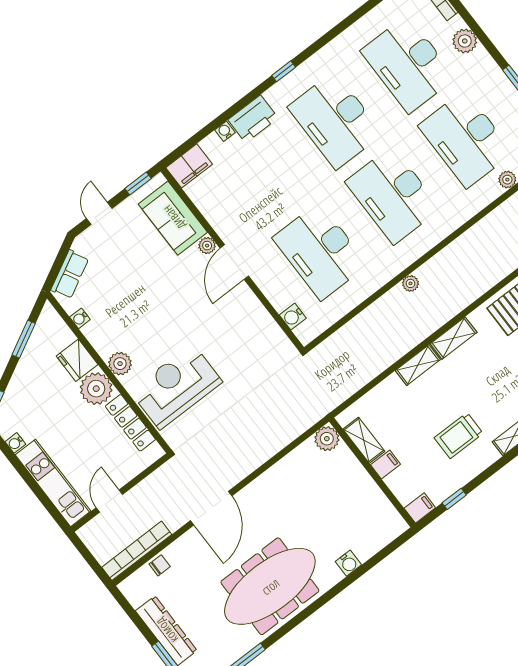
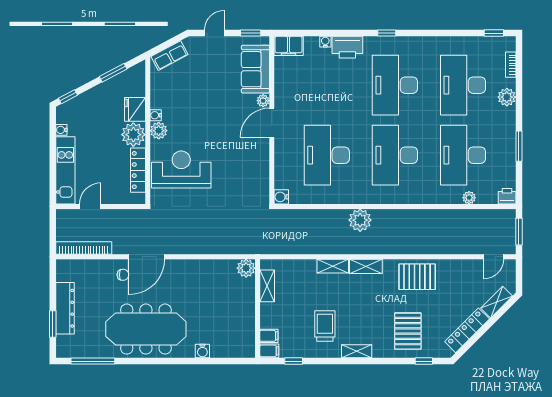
plant: (410, 283) -> (360, 220), width x1.88, depth x1.88
water cooler: (293, 317) -> (281, 197), moved
water cooler: (80, 318) -> (156, 115), moved
trolley: (459, 436) -> (325, 326), turned 90
filing cabinet: (386, 464) -> (269, 336), moved
chair: (160, 565) -> (123, 275), moved

